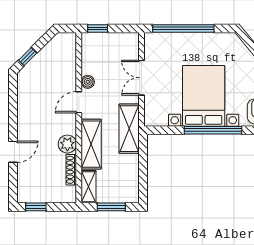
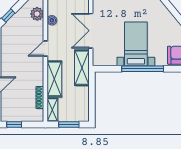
double door: (141, 78) -> (91, 31), width x1.37
boiler: (88, 82) -> (52, 20), moved
bed with nightstands: (204, 96) -> (136, 44), width x0.73
plant: (67, 144) -> (37, 14), moved

